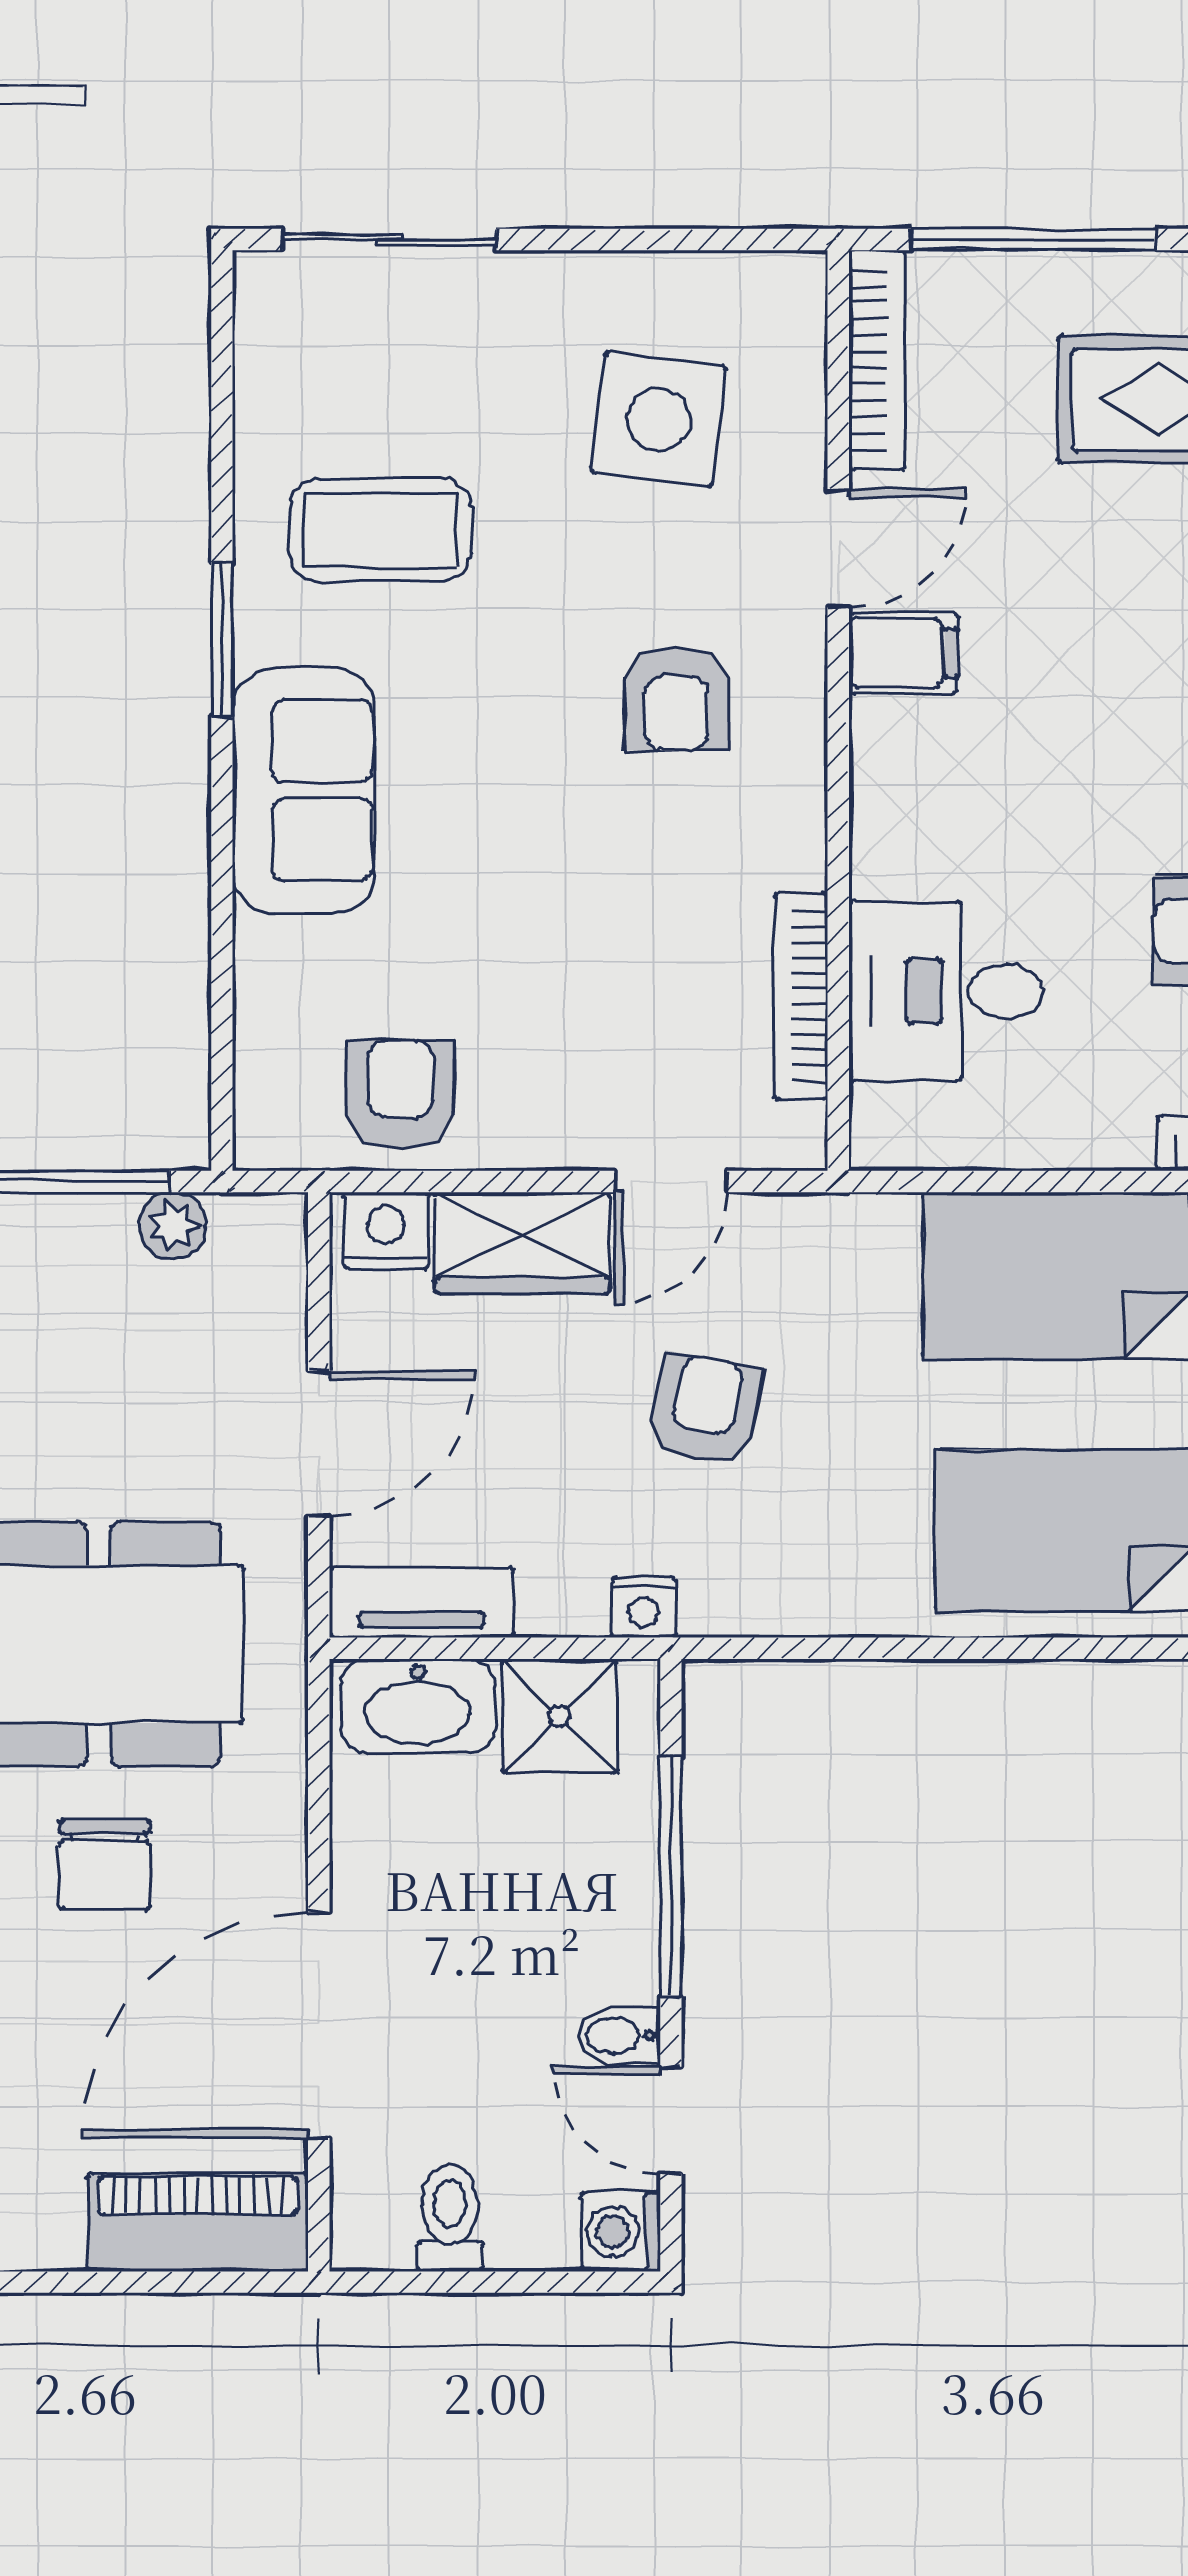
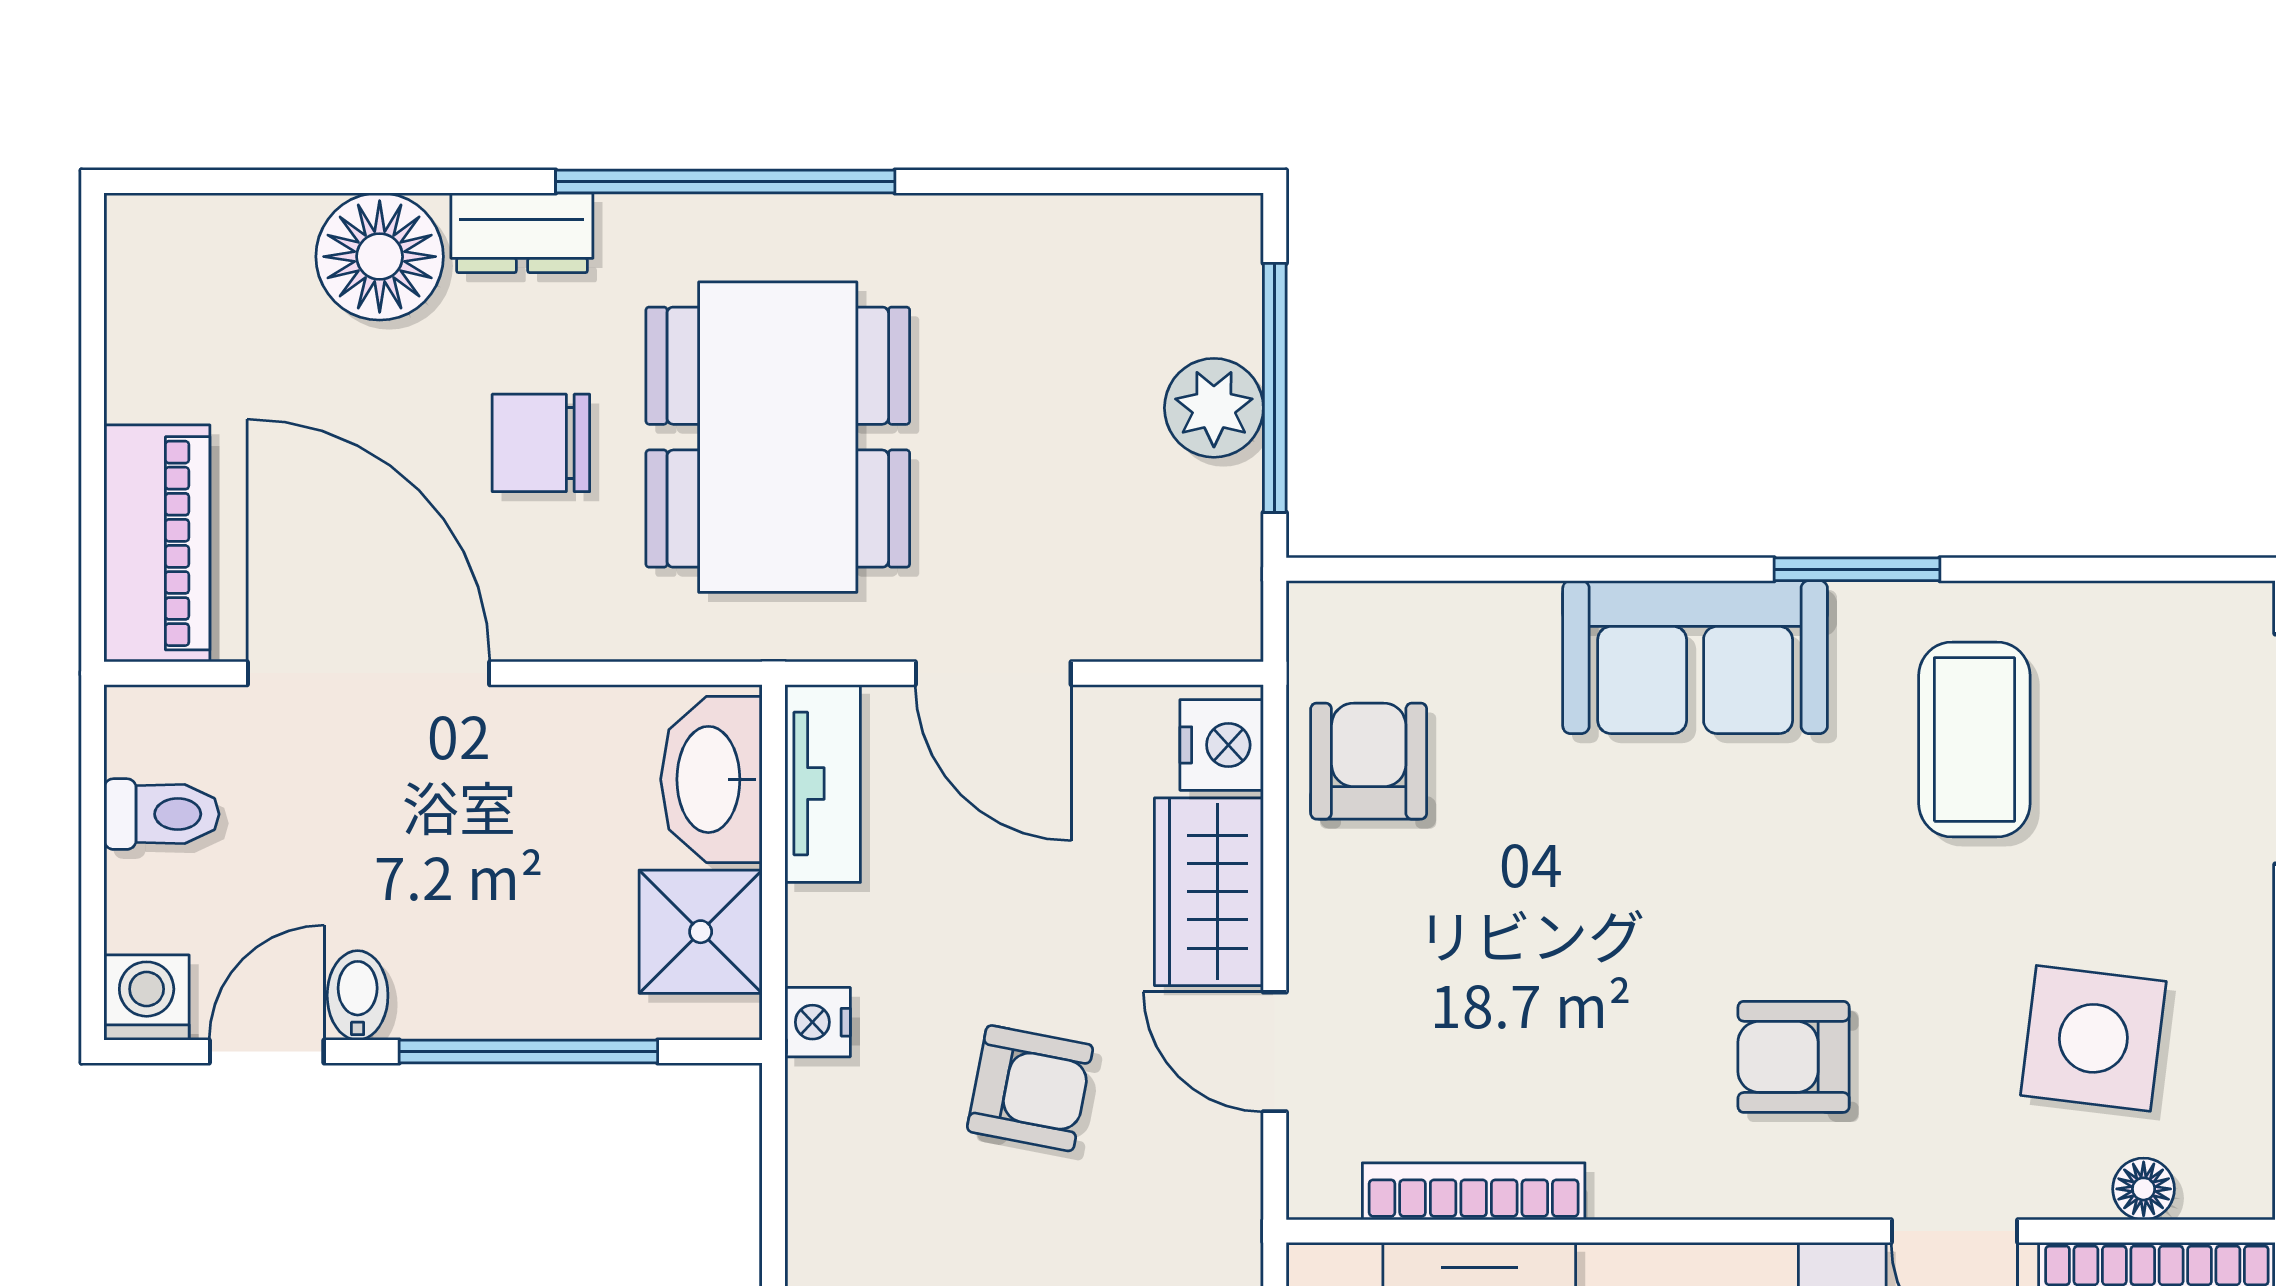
floor lamp: (799, 373) -> (2144, 1189), added
armchair: (401, 1094) -> (1369, 761), turned -90
plant: (173, 1226) -> (1214, 408), moved, width x1.38, depth x1.38

